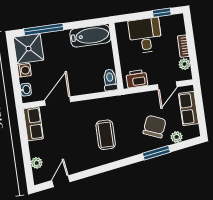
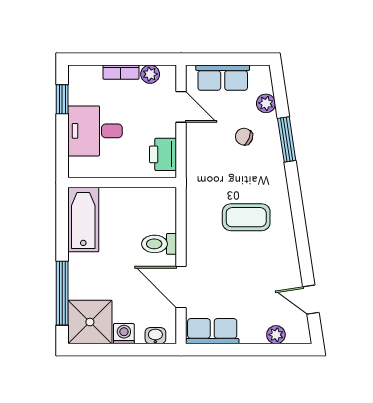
toilet: (110, 80) -> (159, 244), moved
chair: (154, 127) -> (244, 137), width x0.54, depth x0.54

